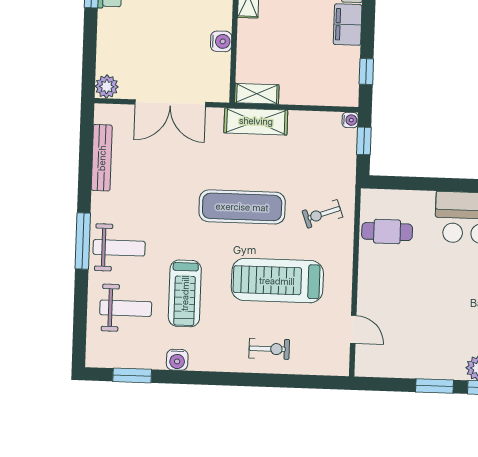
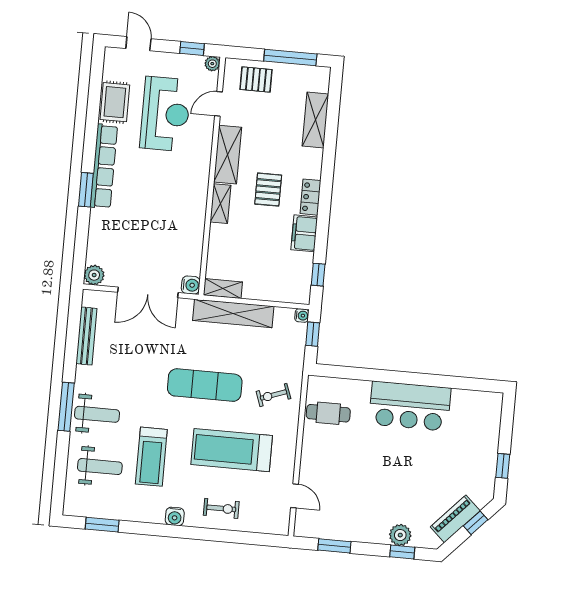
water cooler: (221, 41) -> (191, 285), moved
shelving: (256, 121) -> (233, 313), width x1.47
water cooler: (177, 360) -> (175, 516), moved
window: (435, 386) -> (334, 546), moved

